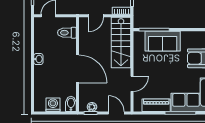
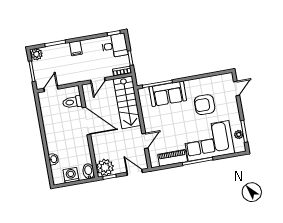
washbasin: (38, 59) -> (53, 159), moved
door: (78, 69) -> (86, 121), moved
plant: (92, 107) -> (105, 167), width x1.87, depth x1.87

